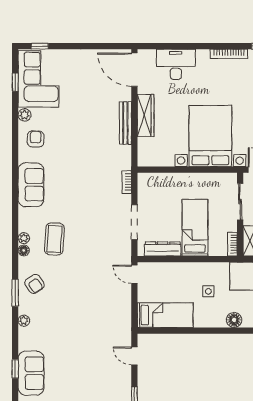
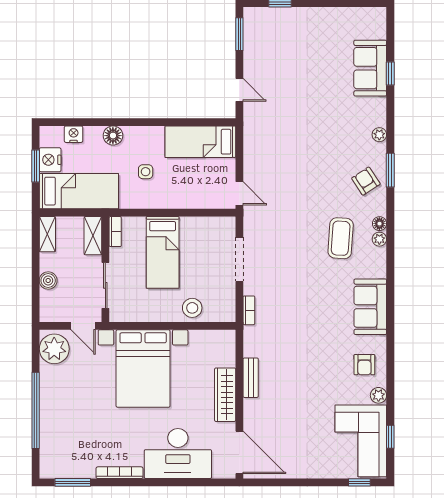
desk: (176, 64) -> (178, 454), width x1.36, depth x1.30
bench: (125, 123) -> (251, 378), width x0.73
stool: (172, 184) -> (192, 308), added
dresser: (163, 249) -> (203, 225), removed

